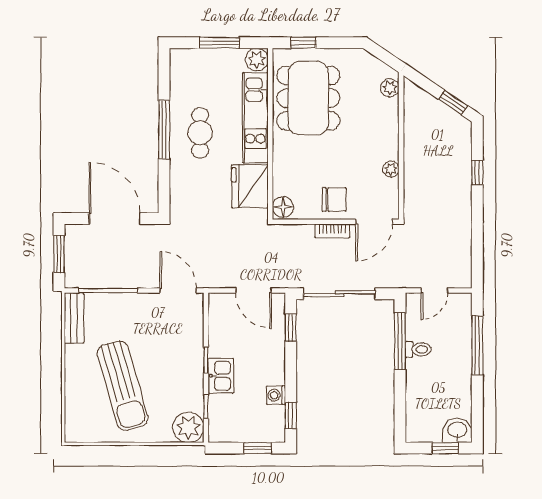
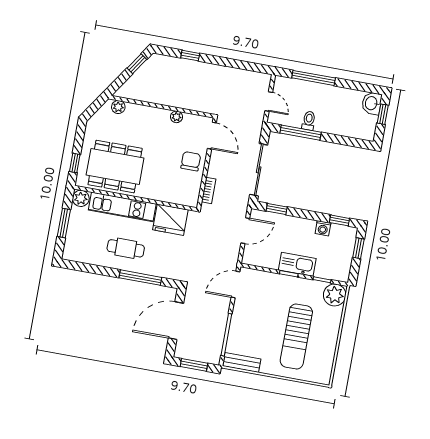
window: (164, 129) -> (140, 278), moved
floor lamp: (283, 207) -> (190, 199), removed
bookcase: (332, 231) -> (209, 190), moved
kitchen sink: (221, 376) -> (297, 264), width x1.38
sun lounger: (123, 386) -> (296, 337), turned 106

